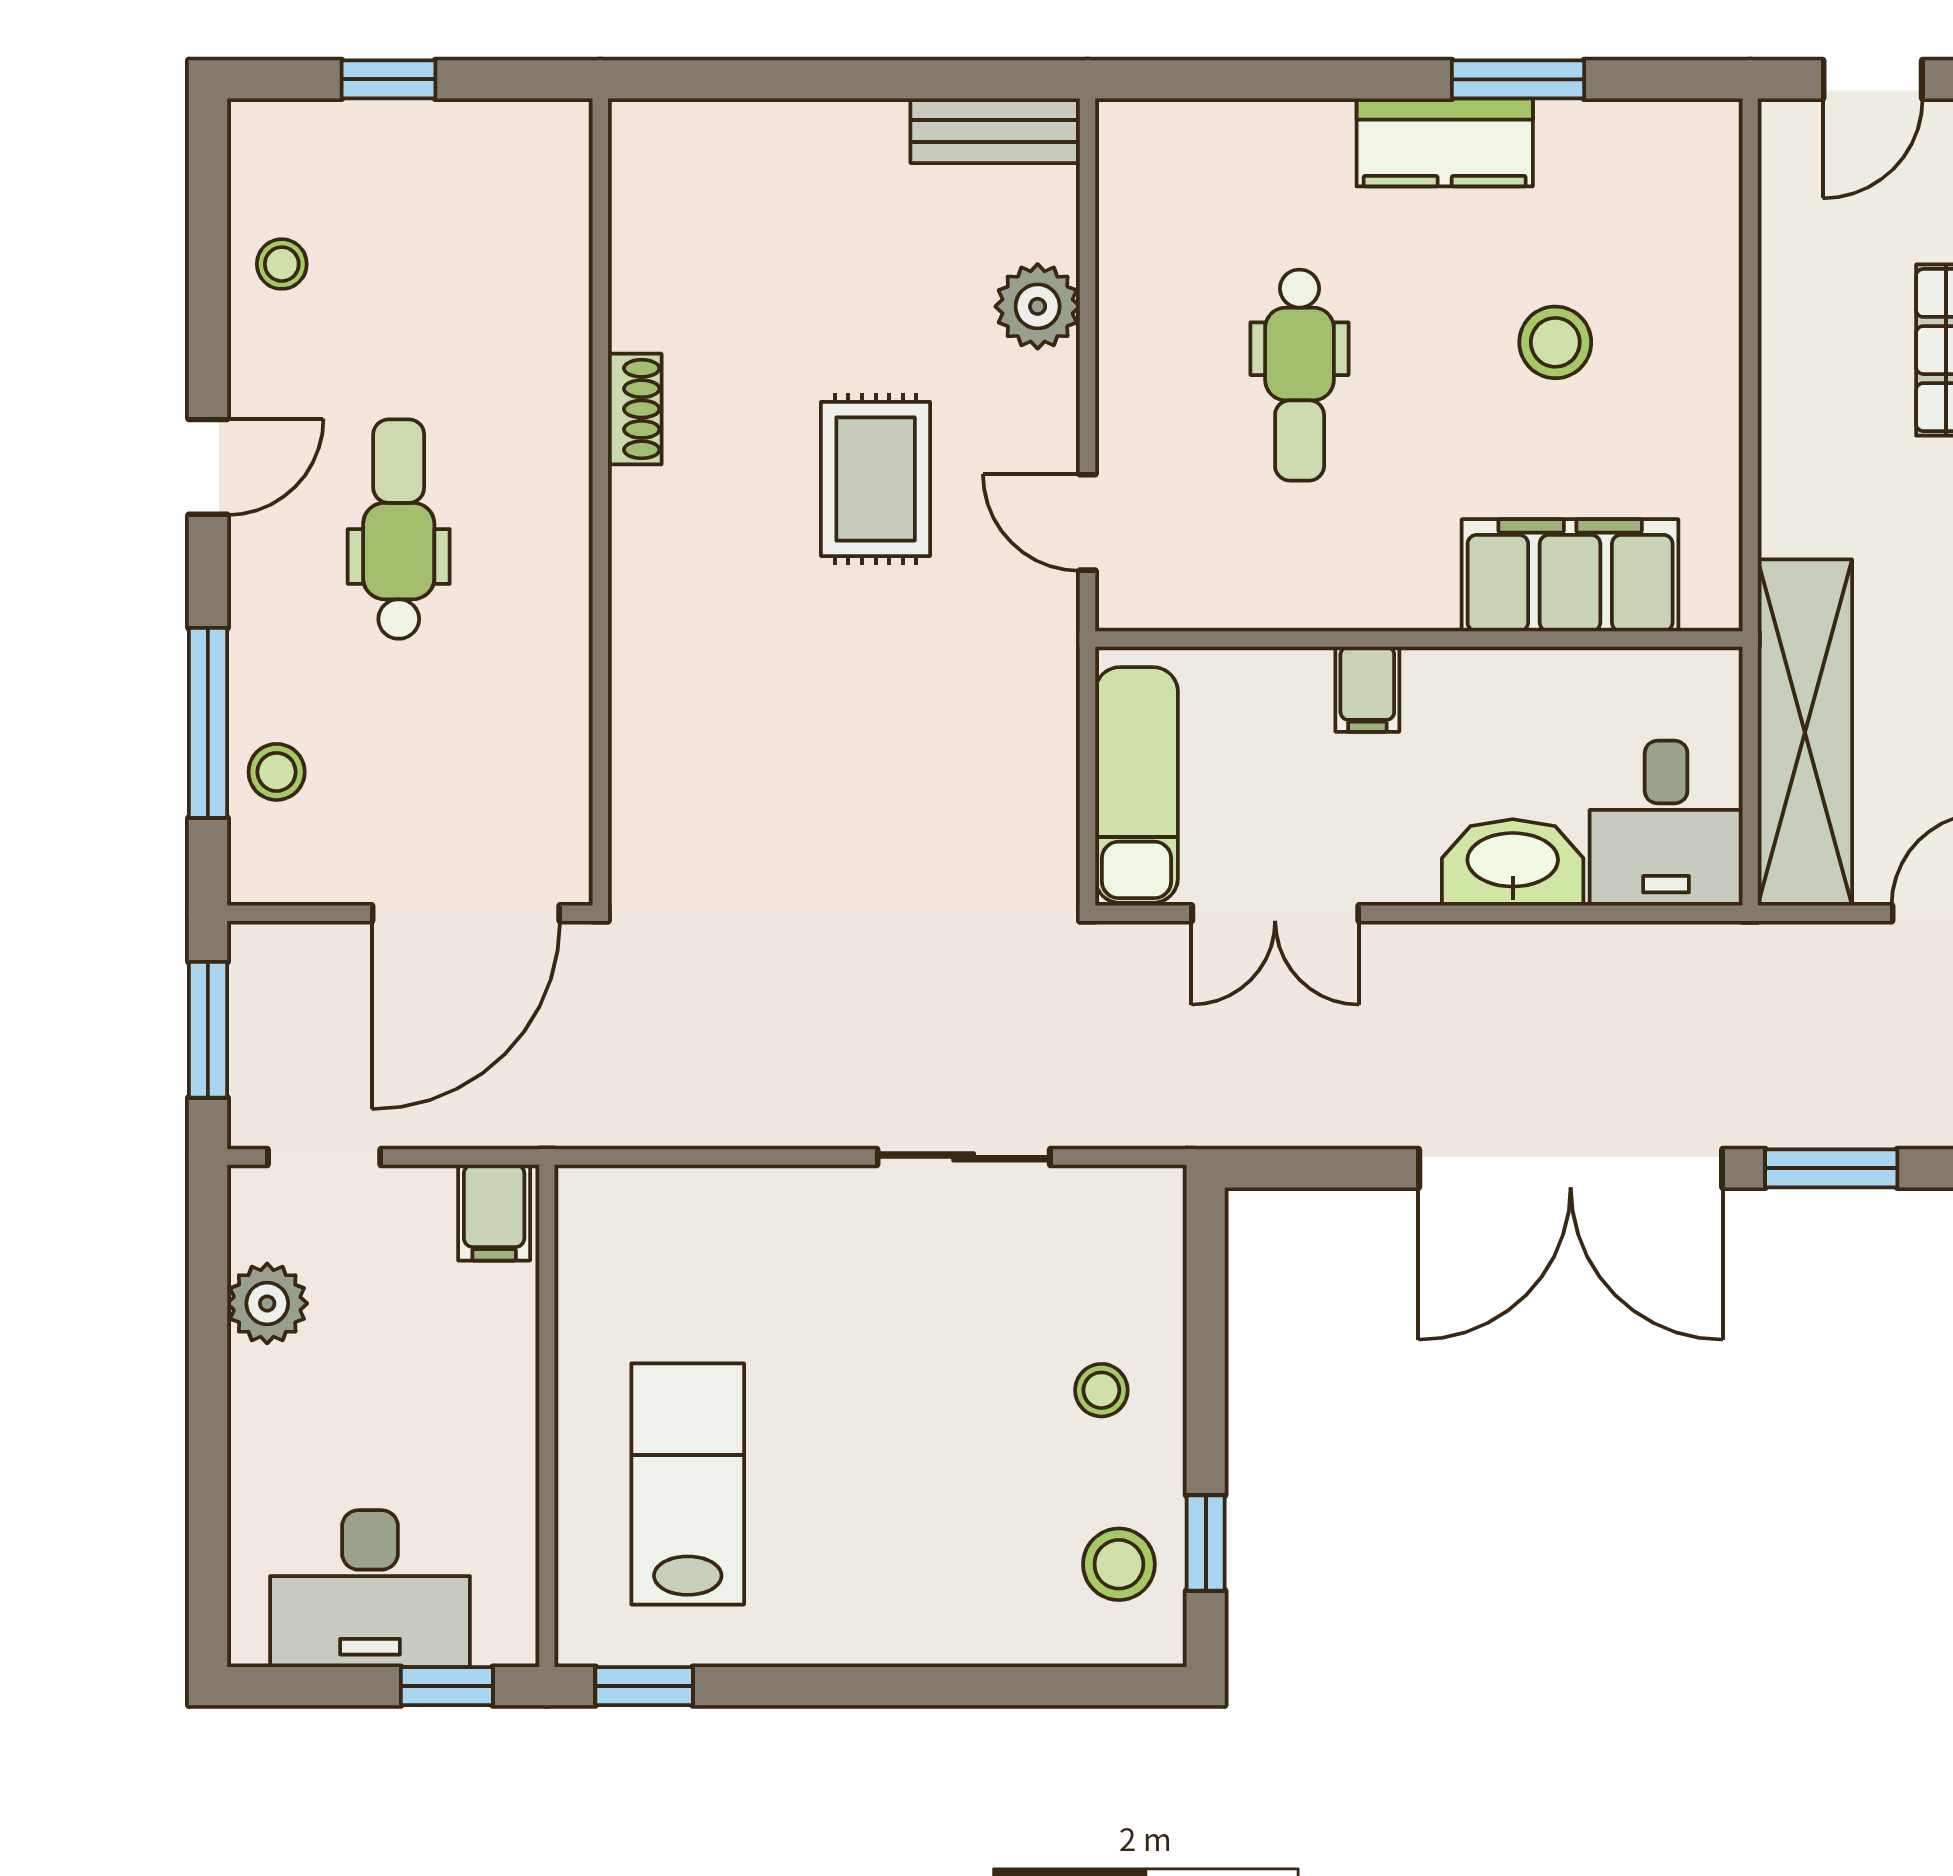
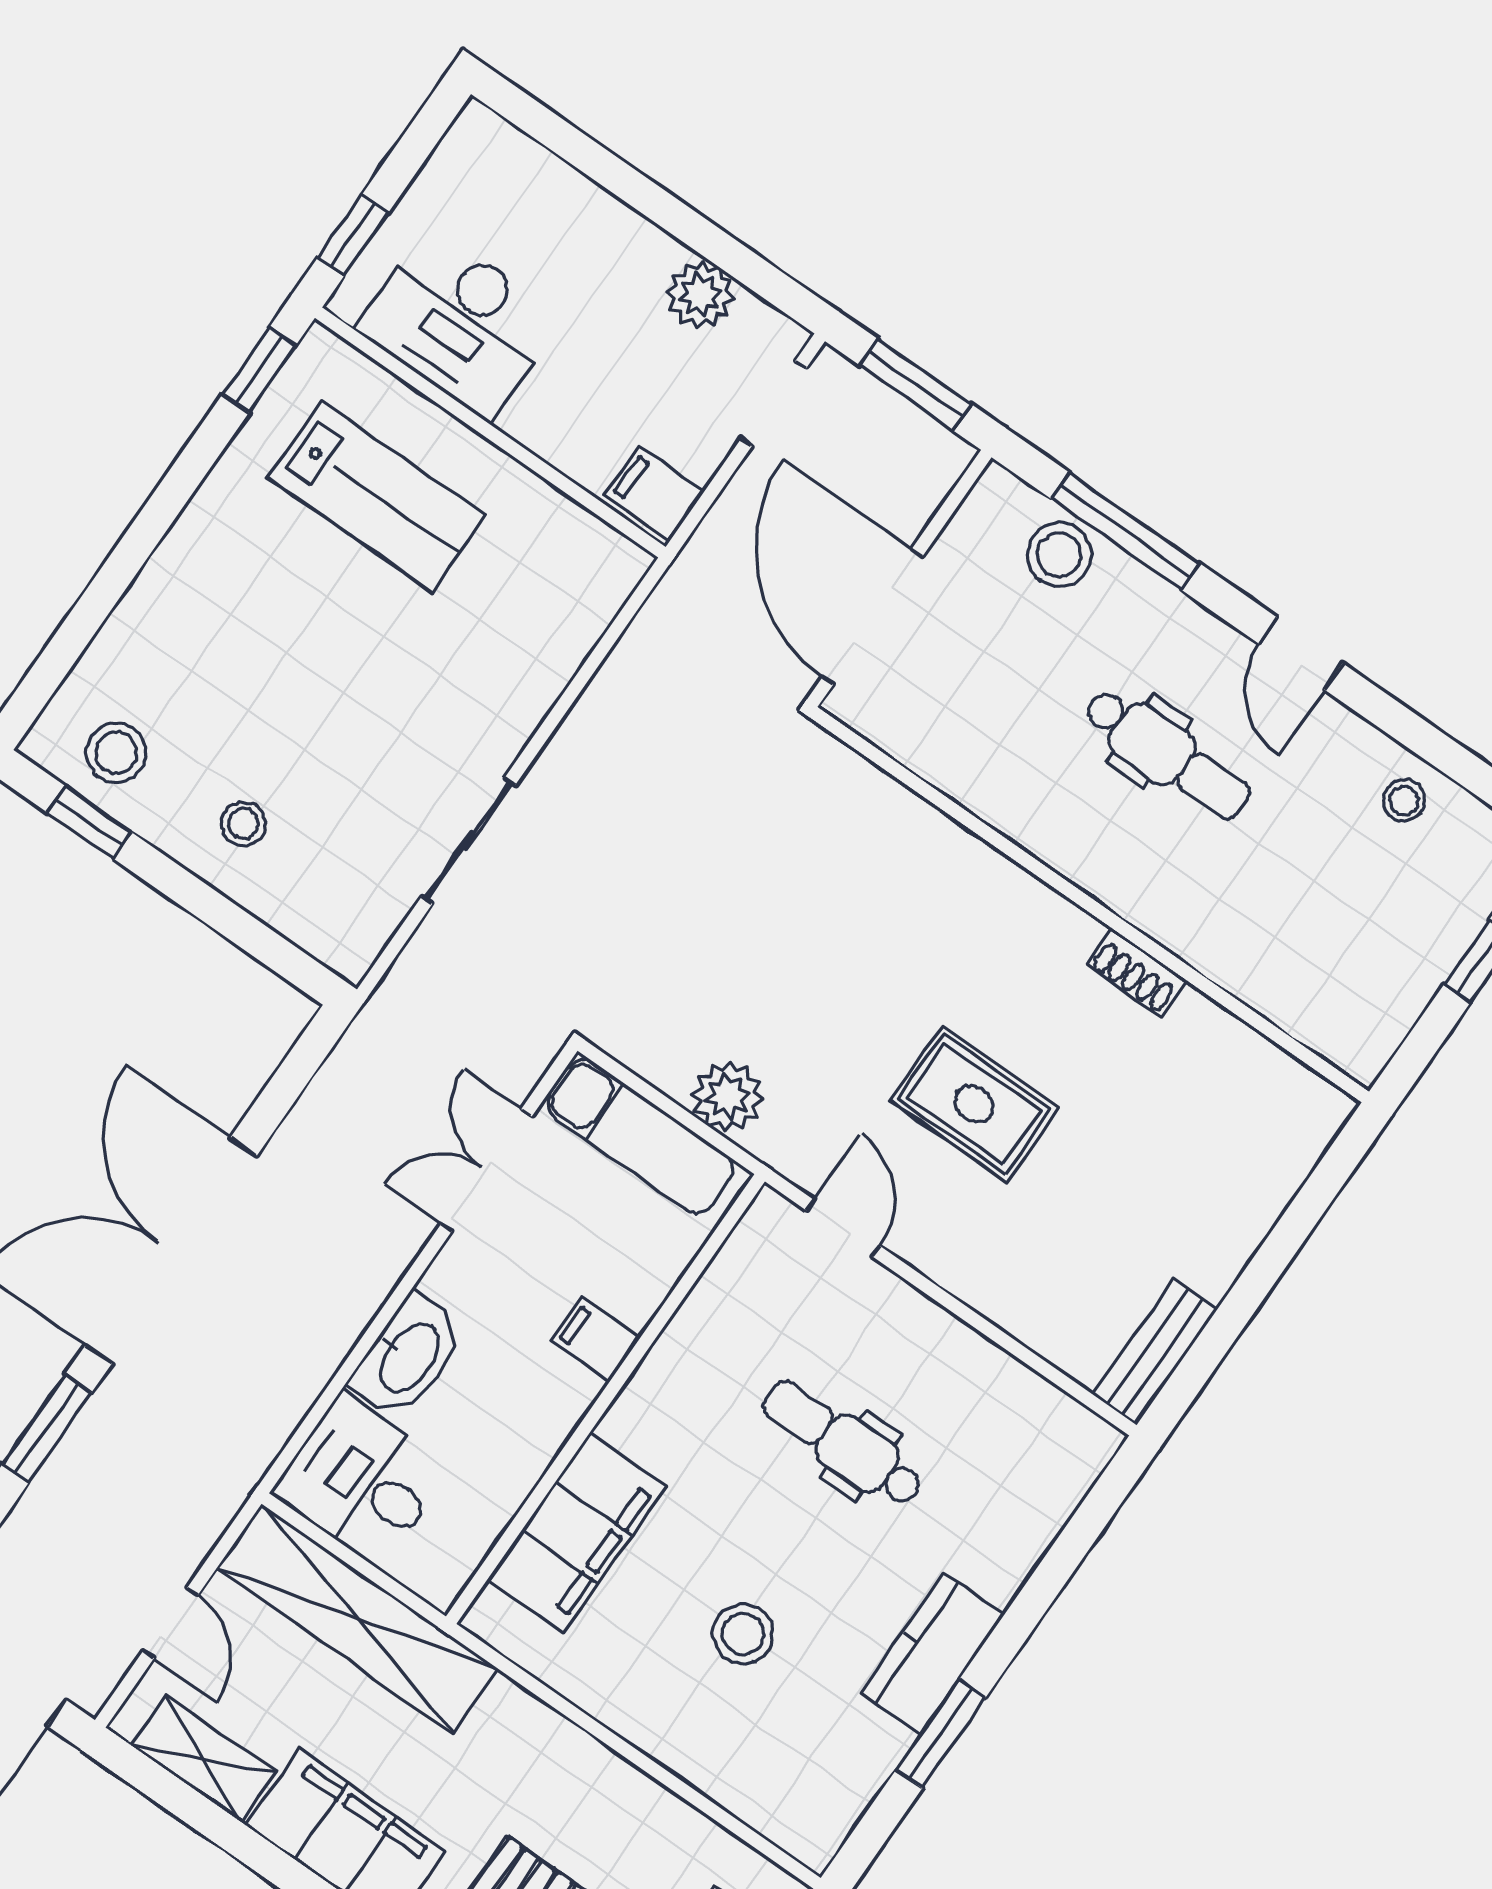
plant: (1038, 306) -> (728, 1097), moved
door: (1088, 522) -> (843, 1228), hinge flipped
stool: (277, 772) -> (1059, 555), width x1.37, depth x1.37
desk: (370, 1589) -> (459, 323), moved, turned -90

